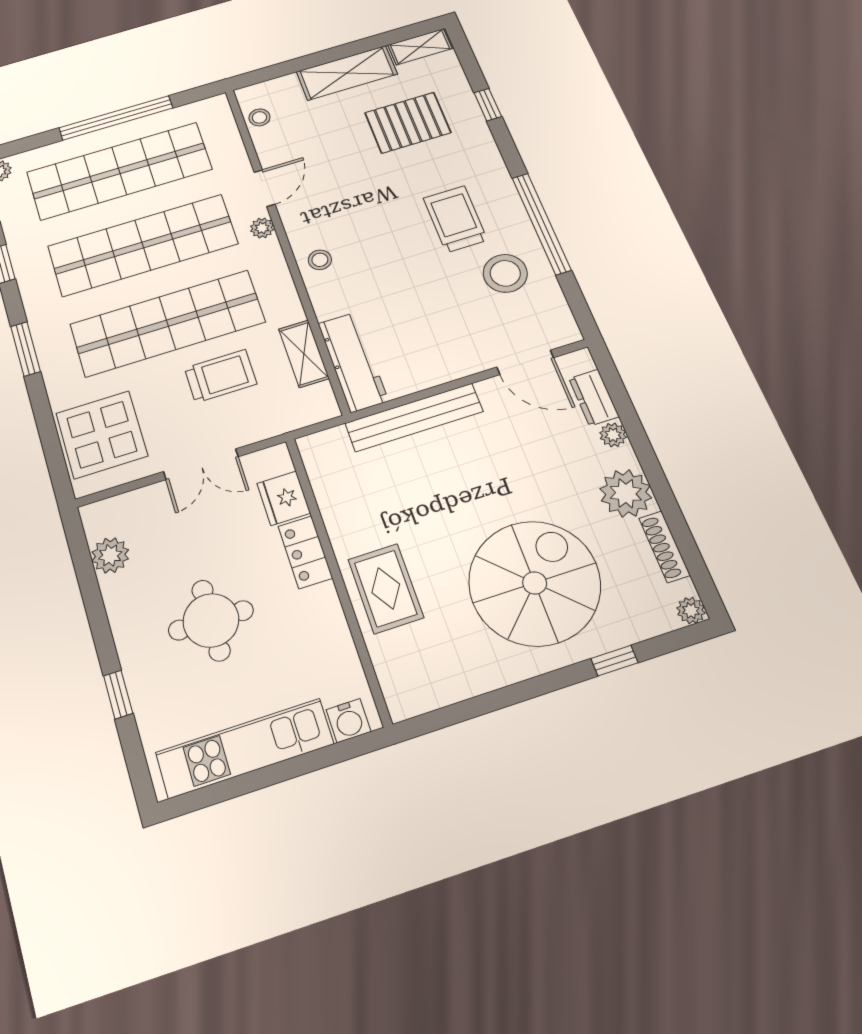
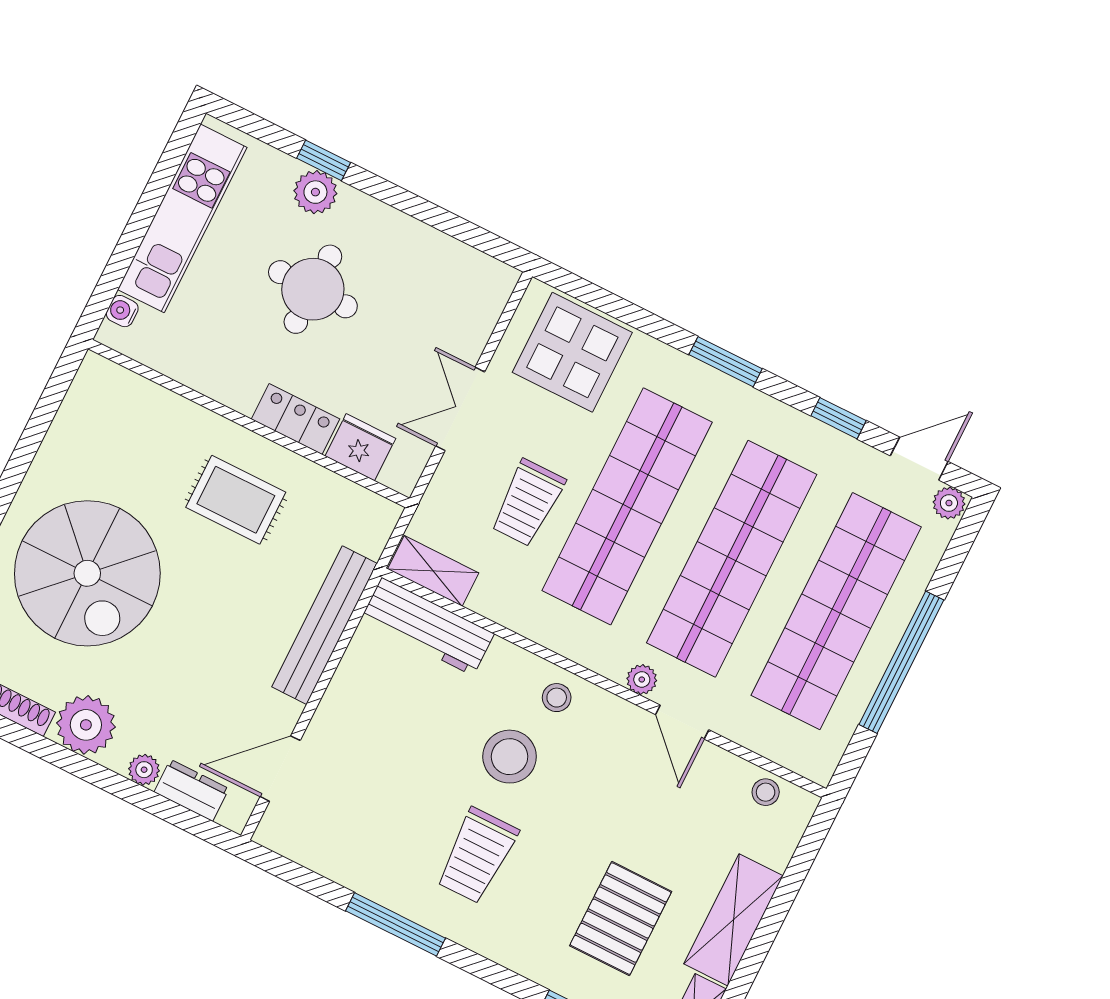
trolley: (455, 219) -> (477, 856), turned 90
window: (541, 224) -> (395, 924), width x0.68
stool: (505, 273) -> (510, 757), moved
shelving: (304, 354) -> (433, 571), moved
plant: (110, 555) -> (315, 192), moved
rug: (386, 588) -> (236, 500), moved
water cooler: (349, 721) -> (122, 311), width x0.72, depth x0.72

